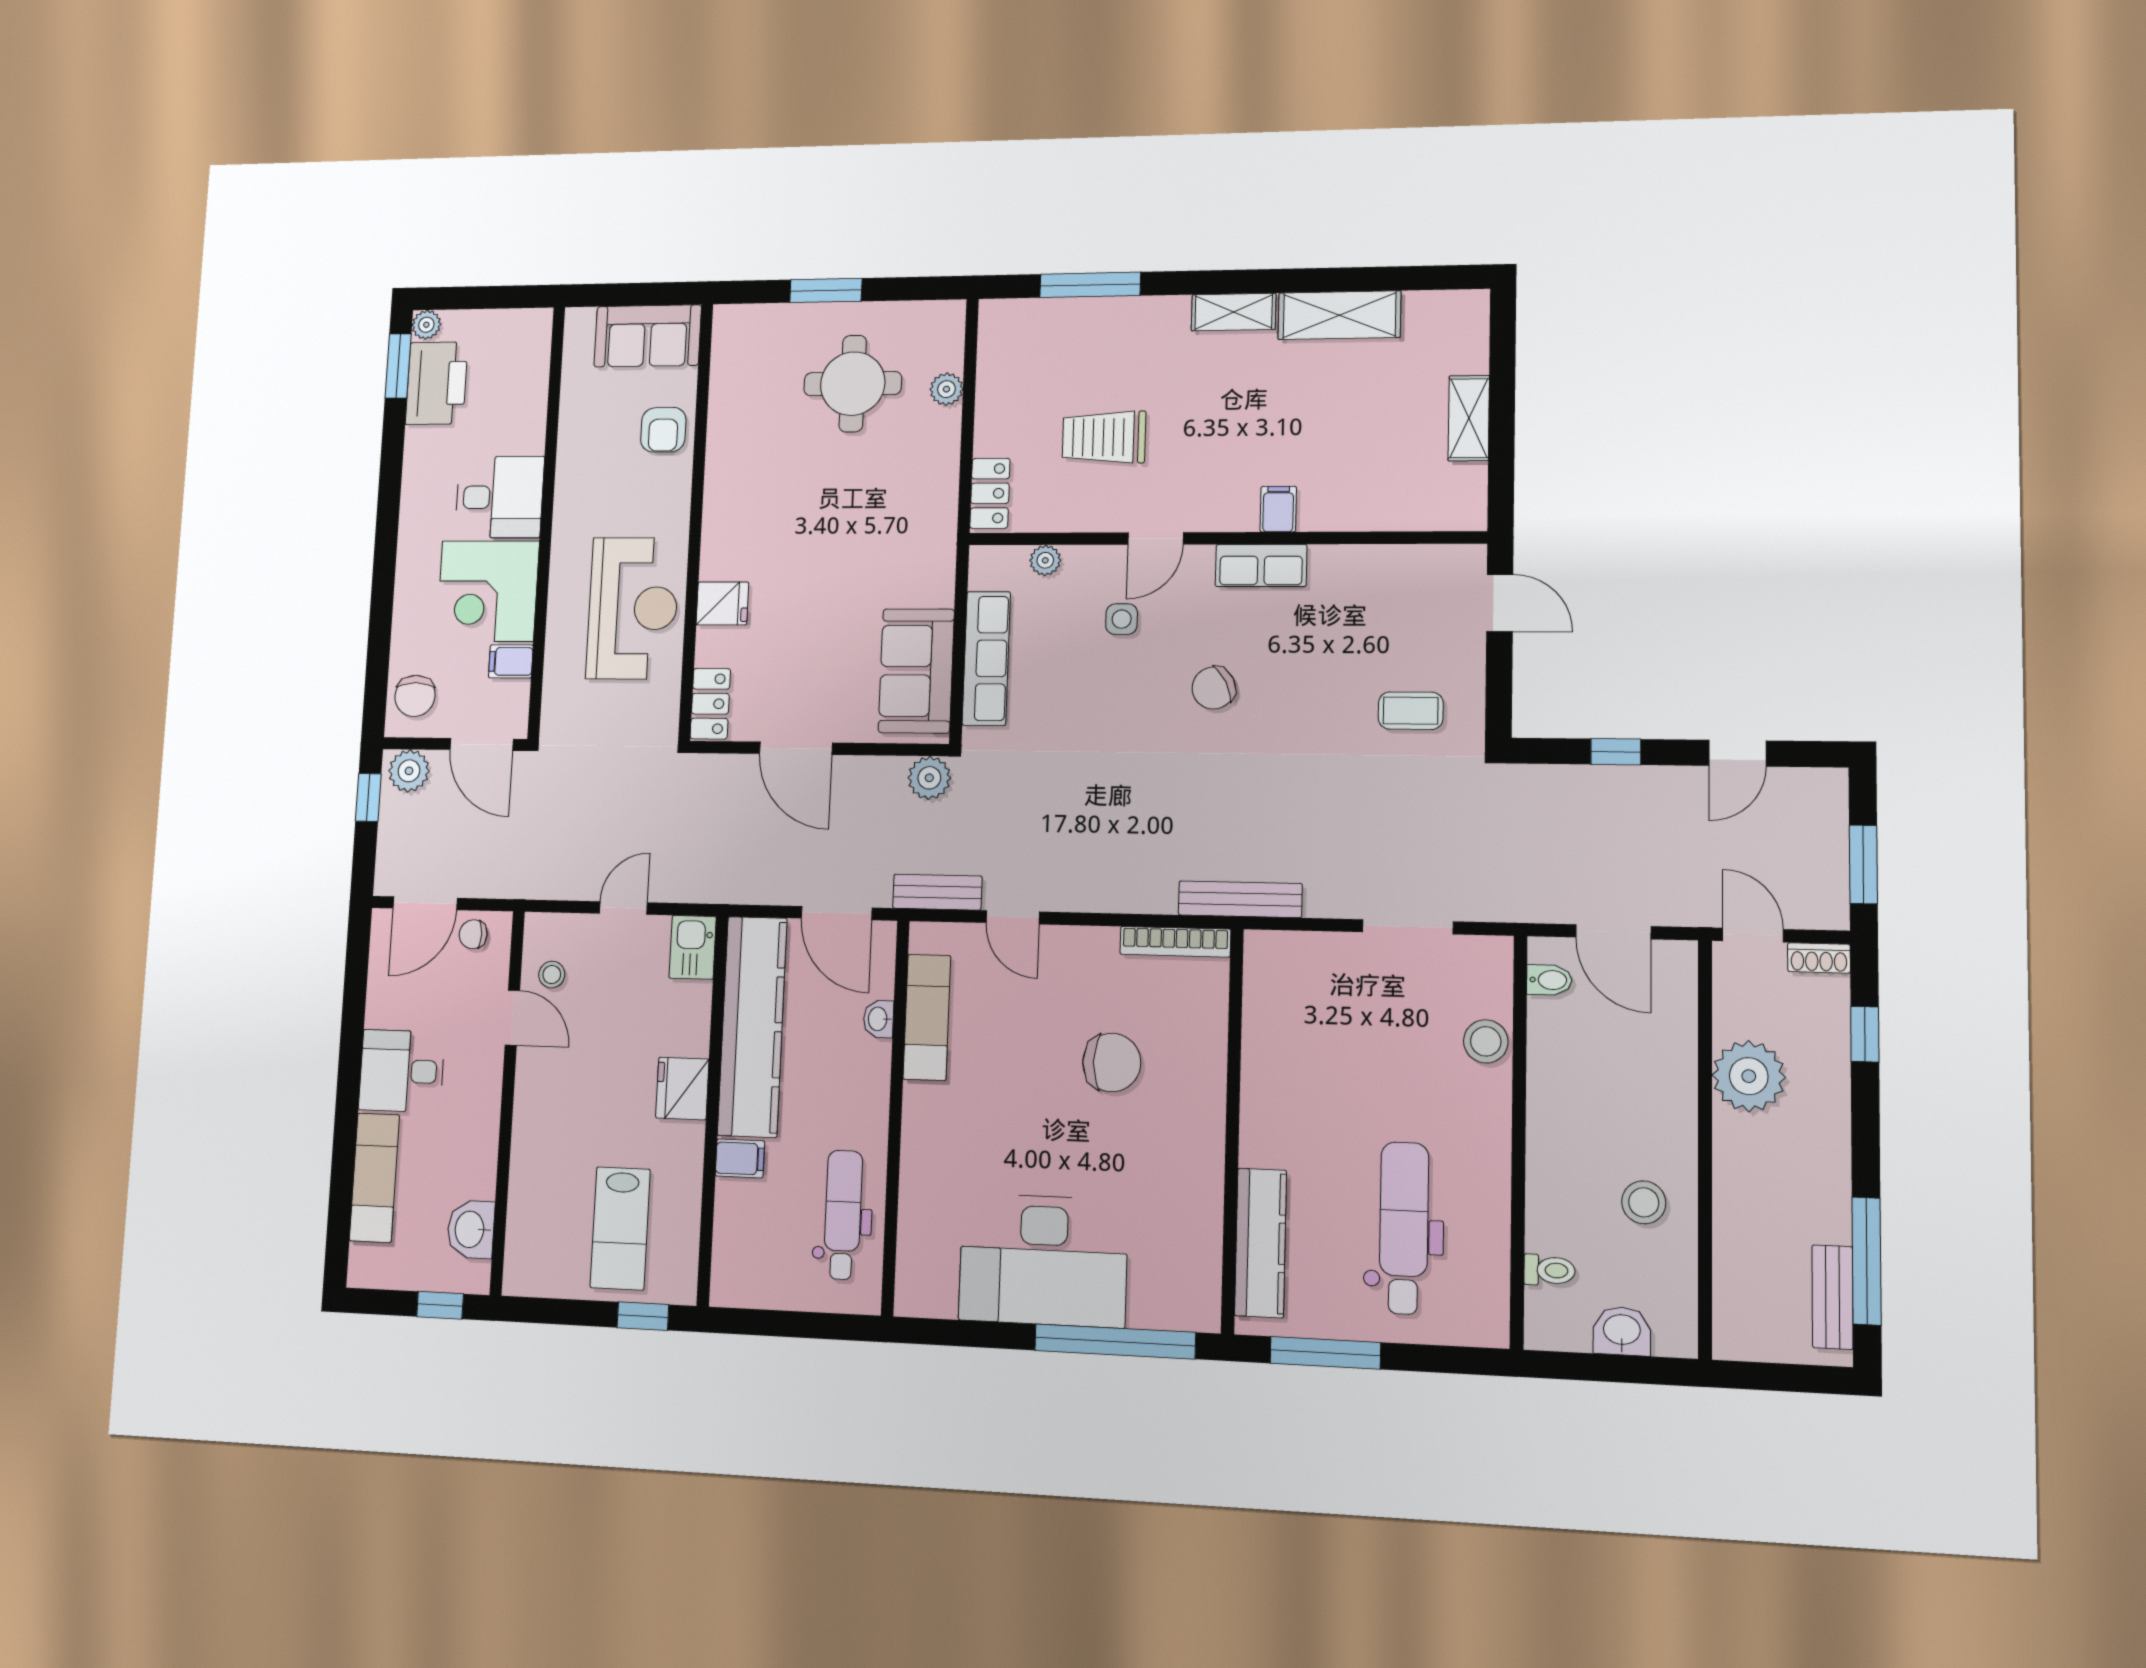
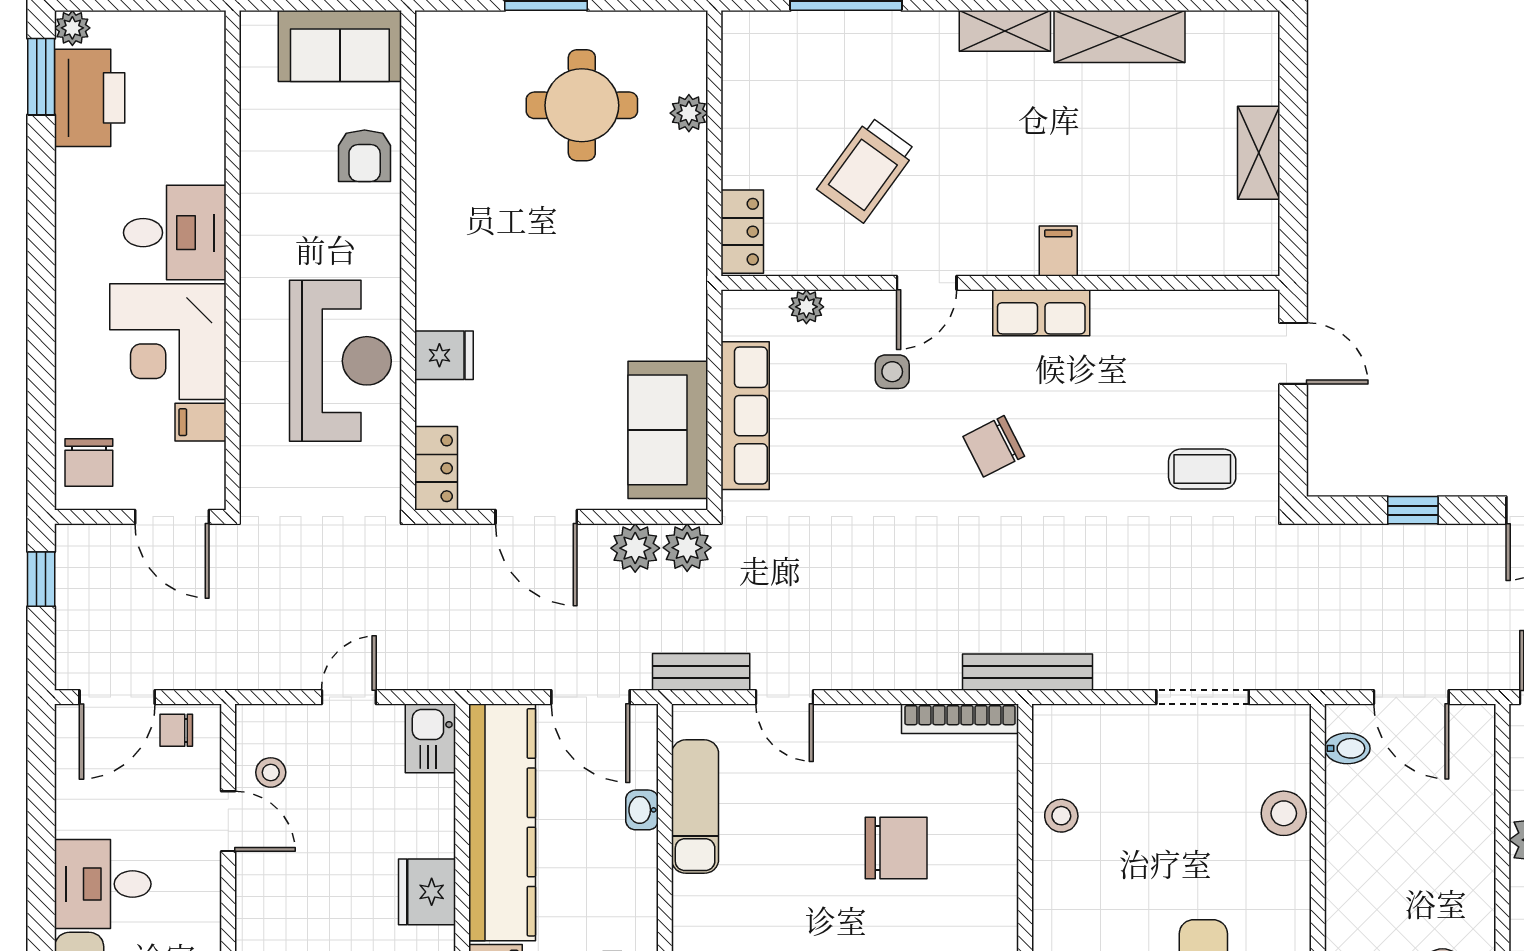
trolley: (1104, 437) -> (867, 170), turned -54
plant: (409, 771) -> (635, 548), moved
stool: (1269, 1037) -> (1061, 816), added

